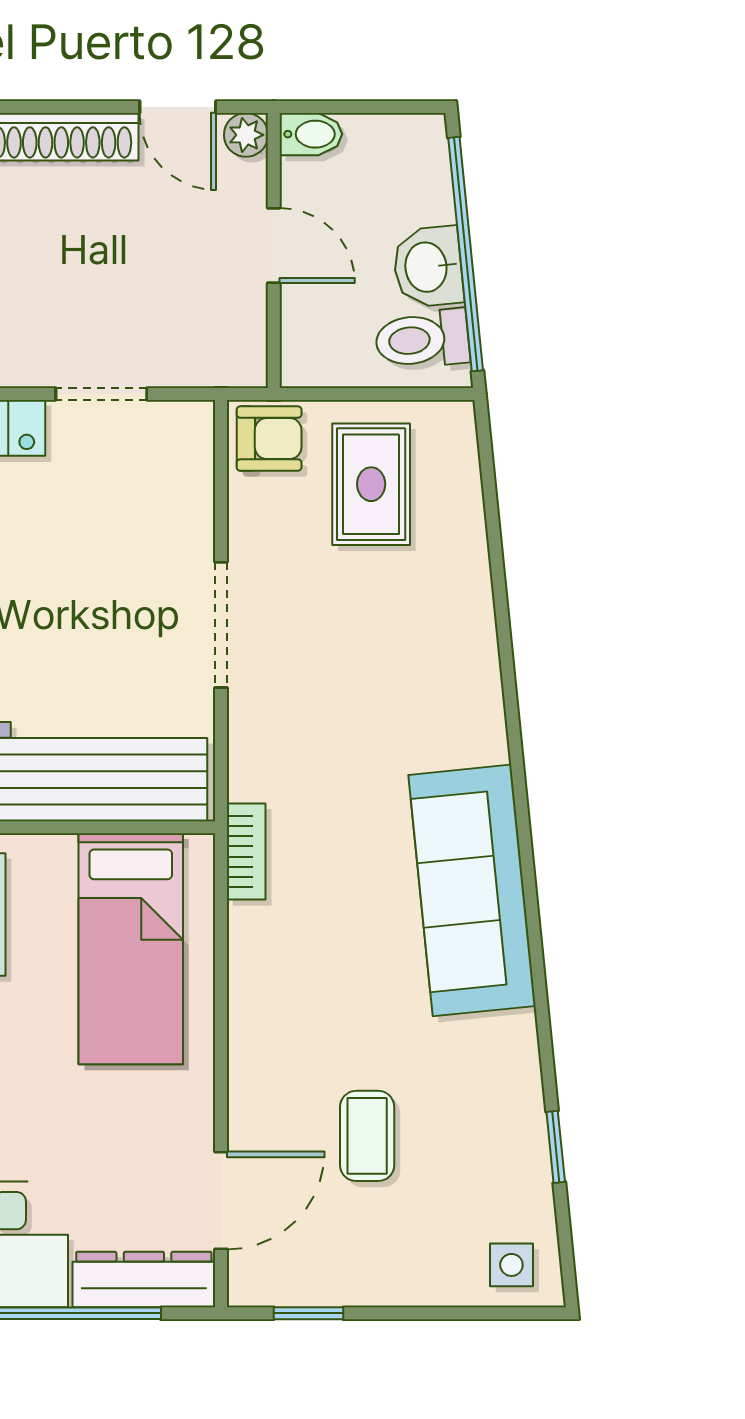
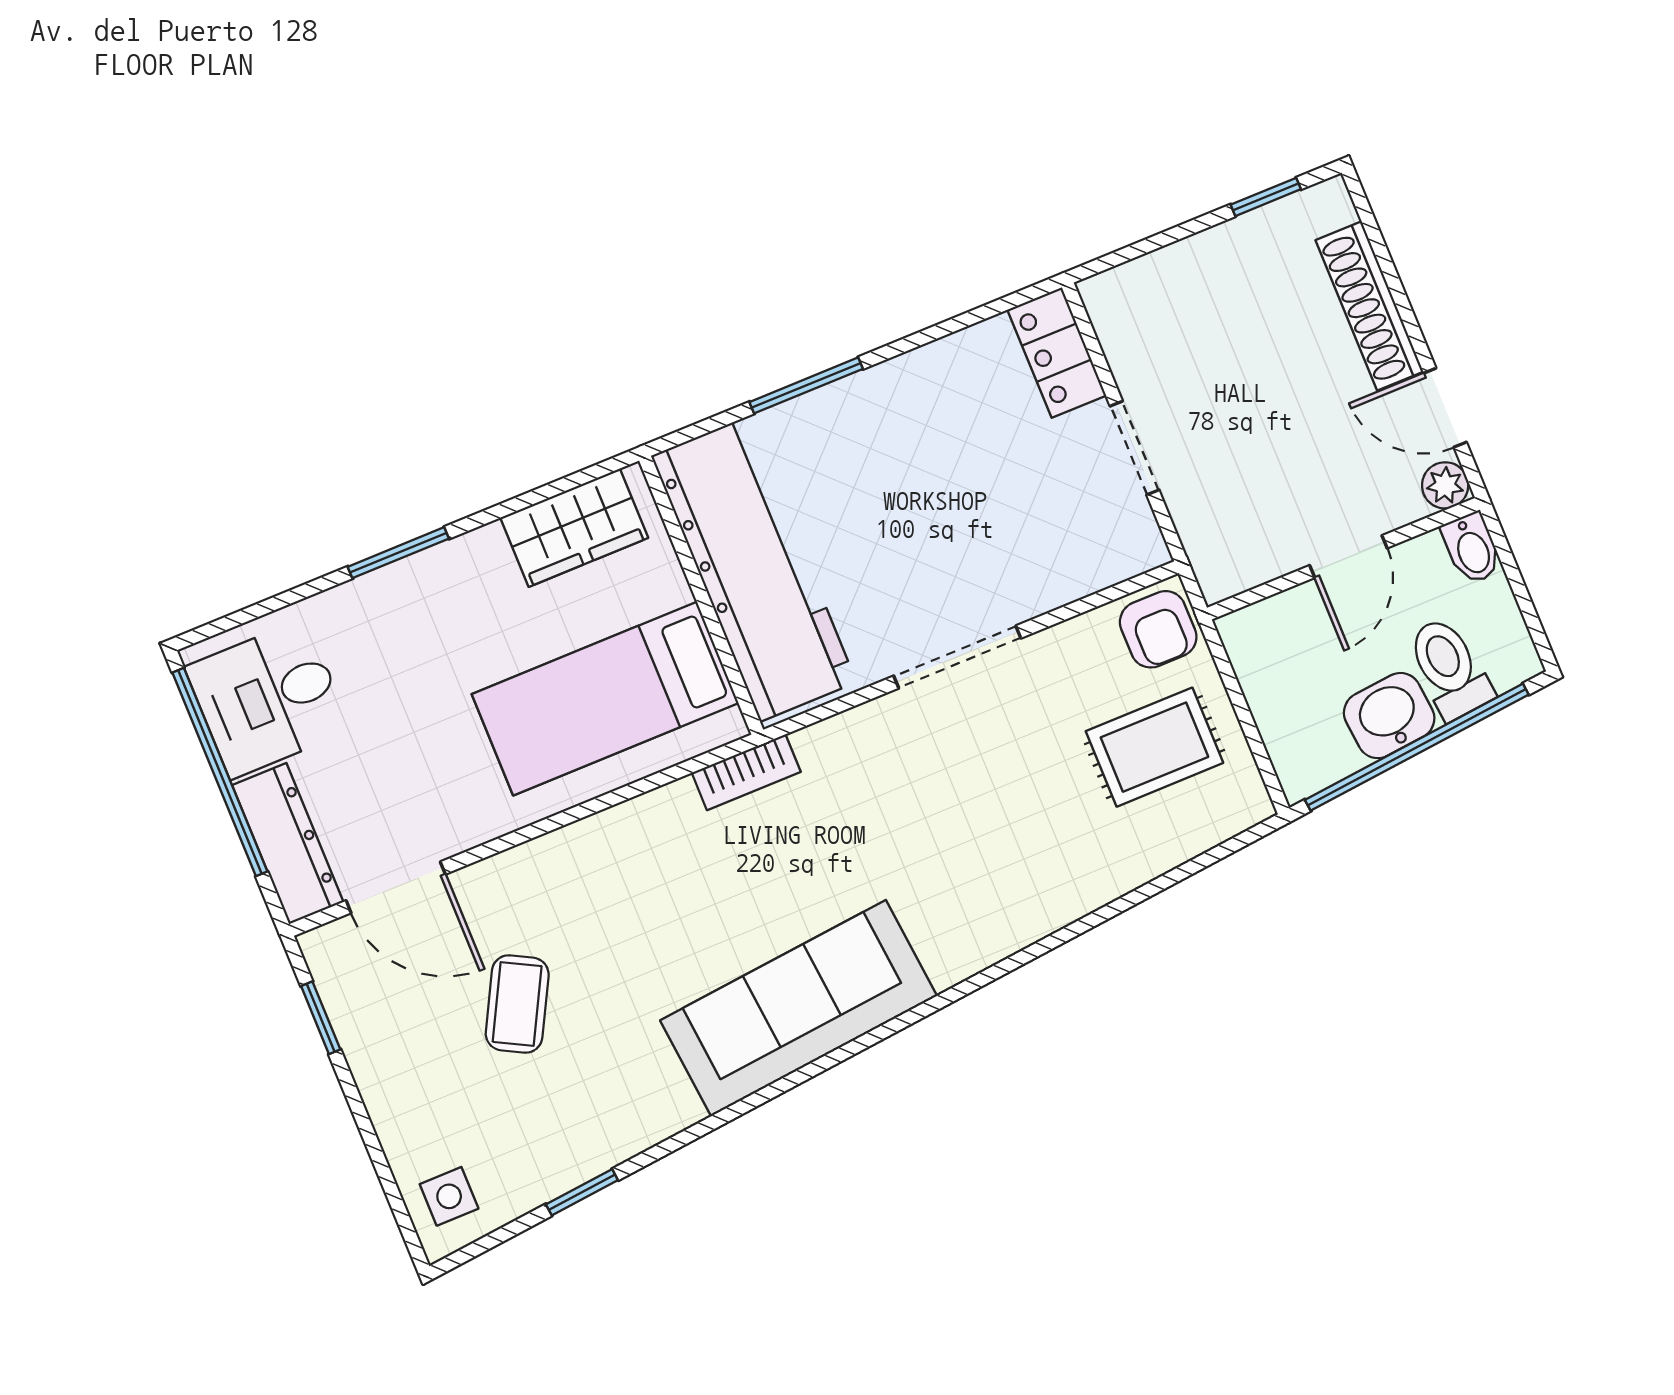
door: (178, 107) -> (1445, 408), hinge flipped
toilet: (422, 339) -> (1449, 668), moved
coffee table: (367, 1136) -> (517, 1004), turned -62

